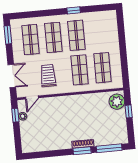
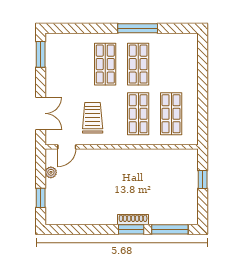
window: (74, 10) -> (138, 28), width x2.17
shop shelf: (31, 40) -> (72, 64), removed
plant: (117, 102) -> (187, 164), removed
window: (15, 115) -> (41, 198), moved

